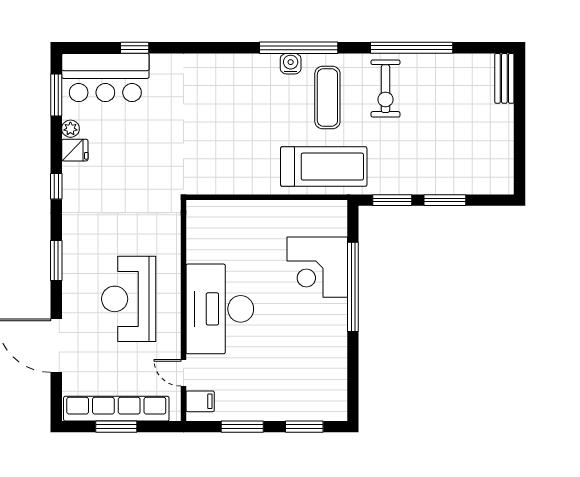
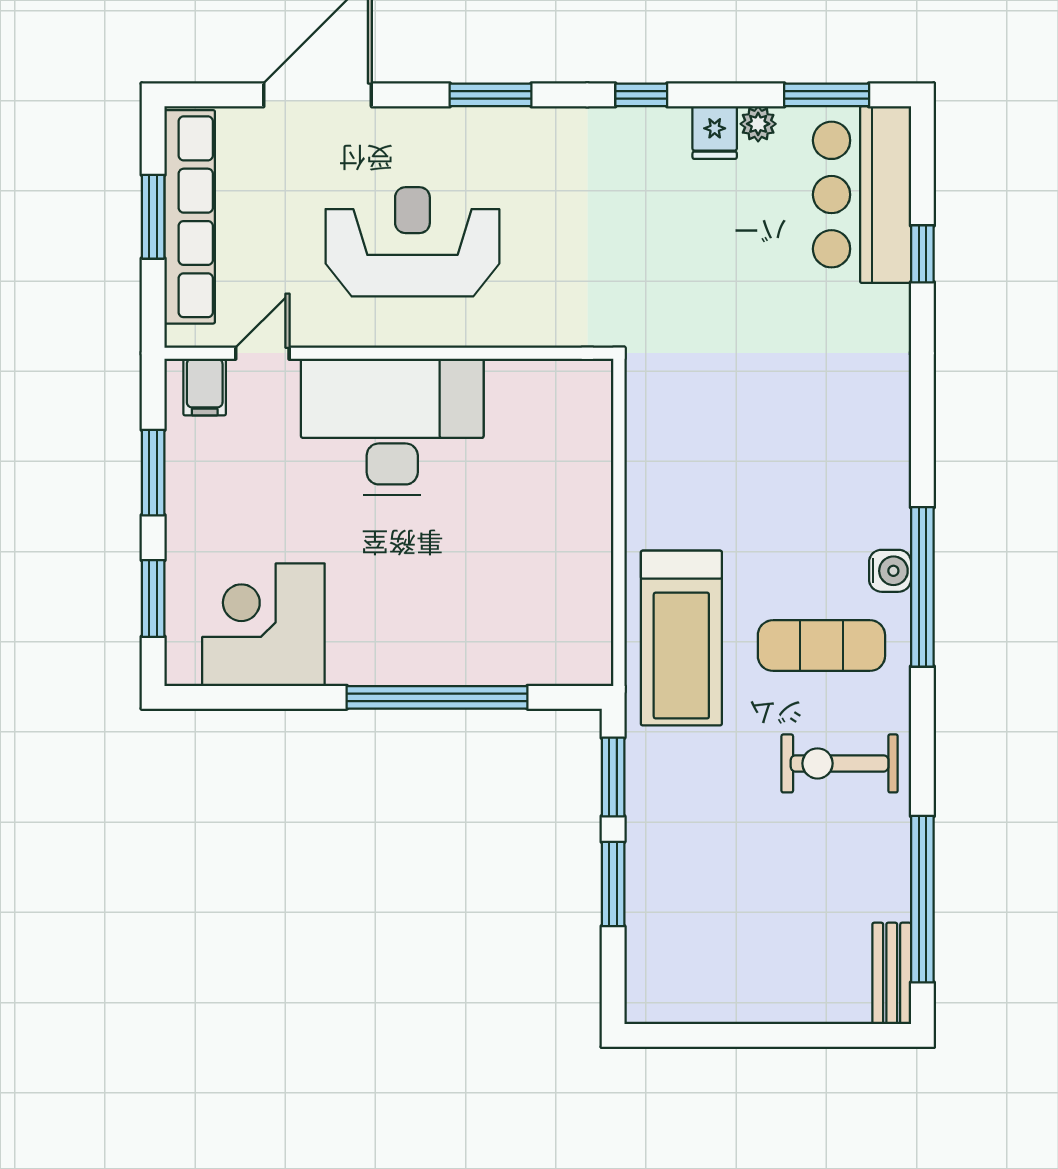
window: (412, 48) -> (922, 899), moved
bench: (504, 78) -> (892, 973), moved, turned 90
corner desk: (317, 267) -> (263, 625), moved

